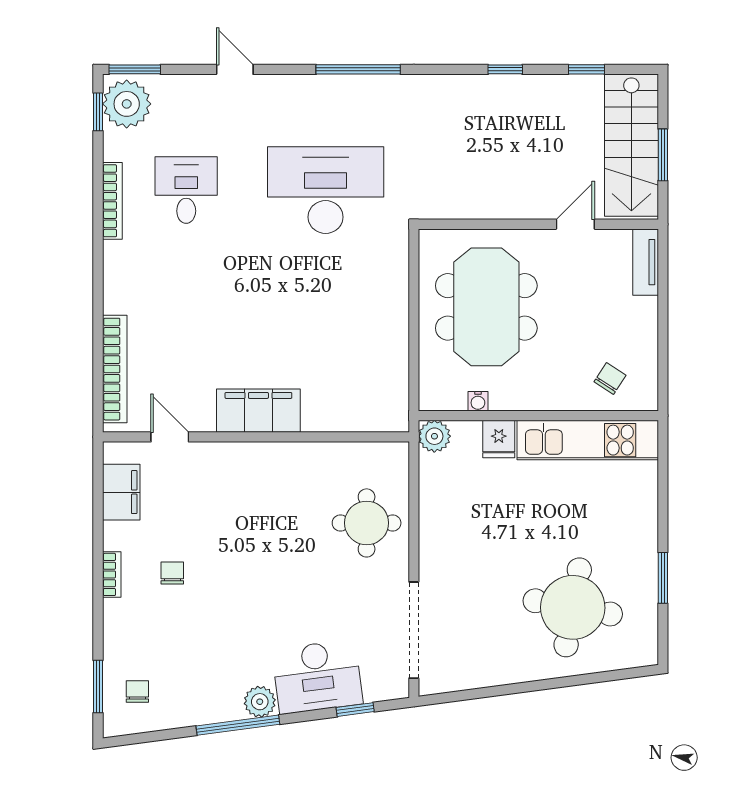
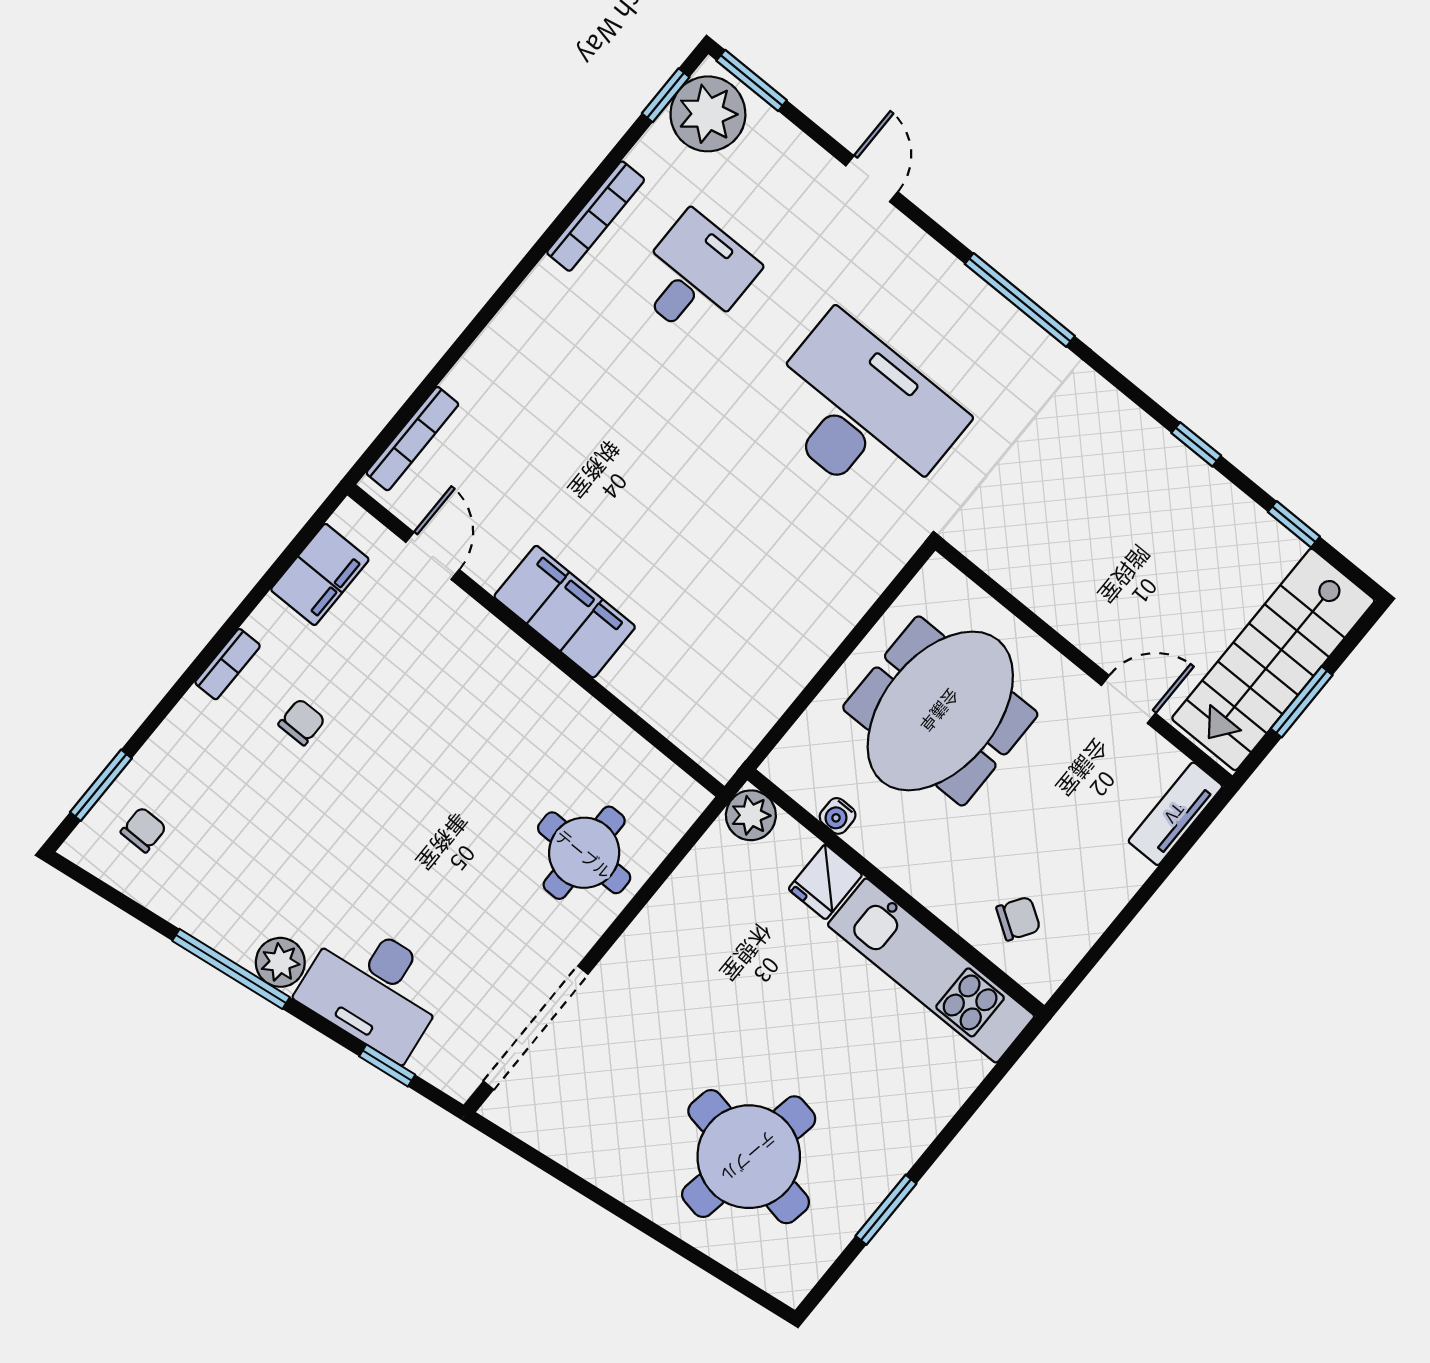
bookcase: (115, 369) -> (412, 439), width x0.68, depth x0.76

